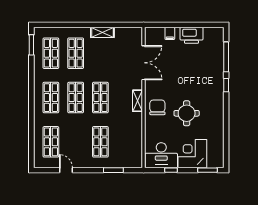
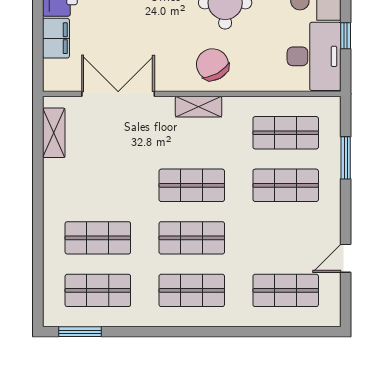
shelving: (102, 32) -> (54, 133), moved
filing cabinet: (170, 33) -> (56, 38), width x2.00
chair: (157, 107) -> (212, 65), turned 61
shop shelf: (125, 142) -> (286, 133), added

